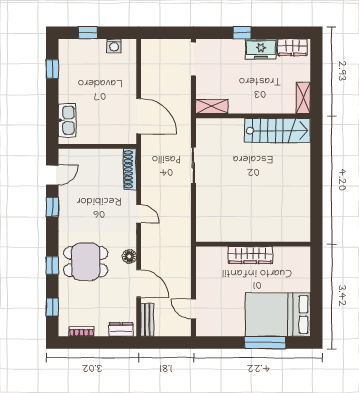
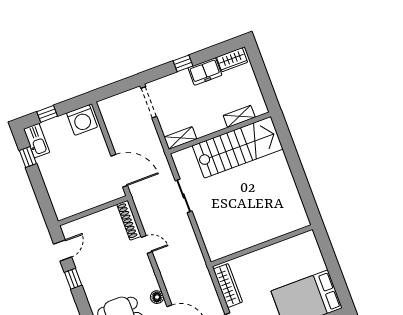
washing machine: (114, 46) -> (82, 120), width x1.89, depth x1.89
shelving: (303, 98) -> (239, 116), moved, turned 90
kitchen sink: (67, 120) -> (37, 141), moved
stairs: (277, 131) -> (238, 147), width x1.36, depth x1.51
door: (139, 214) -> (147, 245), moved
wardrobe: (250, 255) -> (228, 286), moved, turned -90

